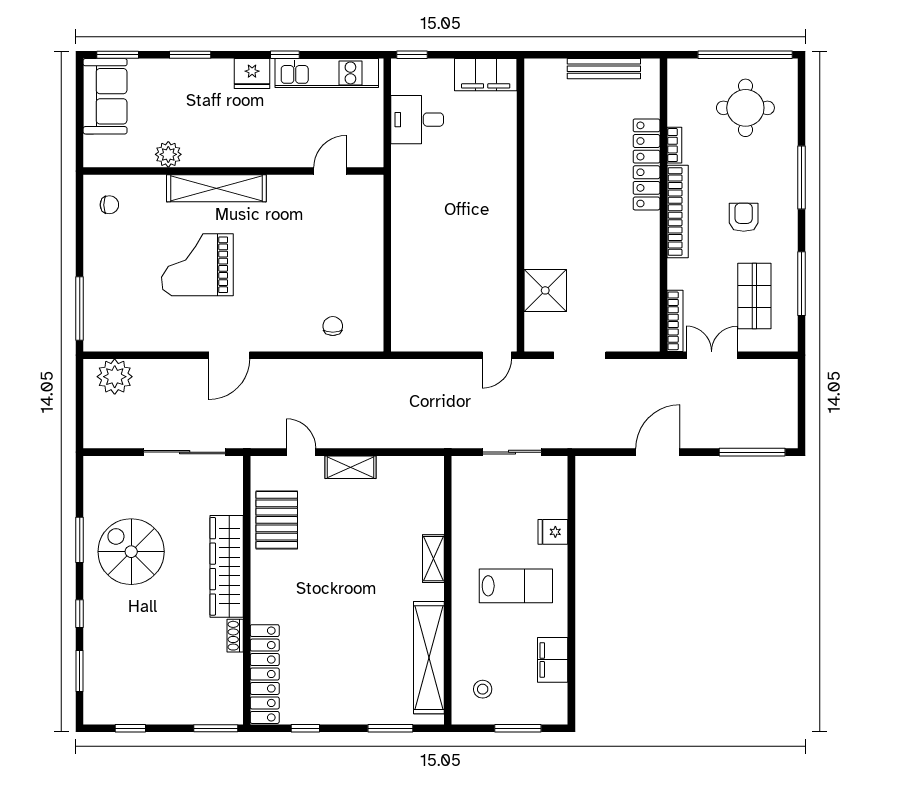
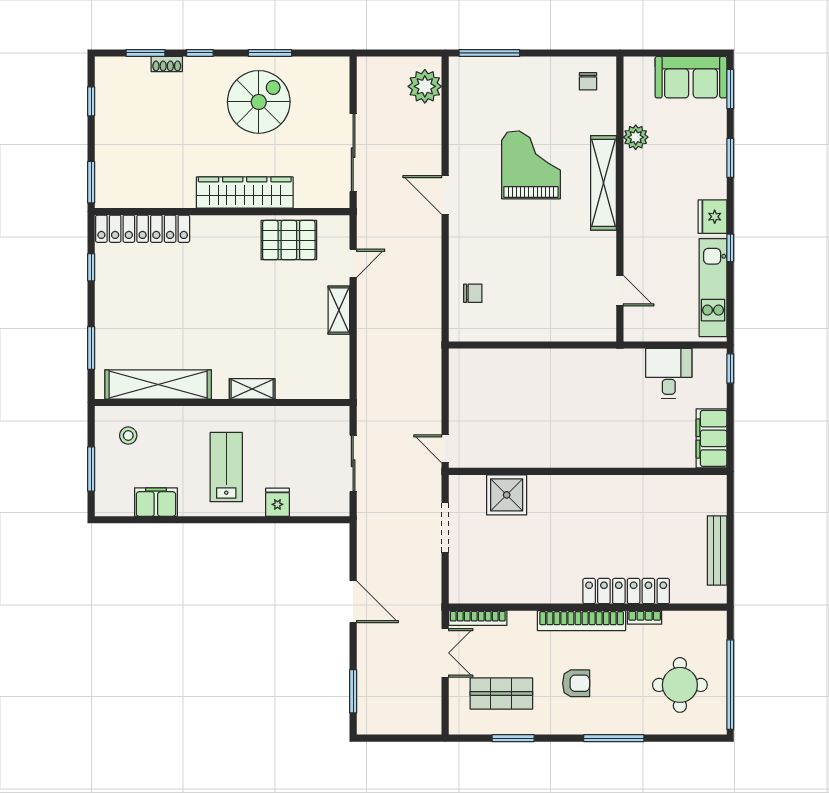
window: (802, 284) -> (513, 738), width x0.69
window: (752, 452) -> (353, 691), width x0.69
lab bench: (516, 586) -> (226, 467), turned 180
shoe rack: (235, 636) -> (167, 64), moved, turned 180

